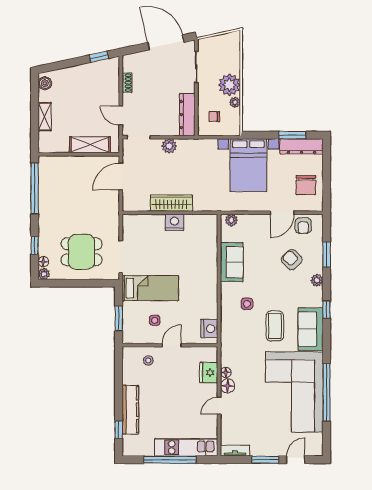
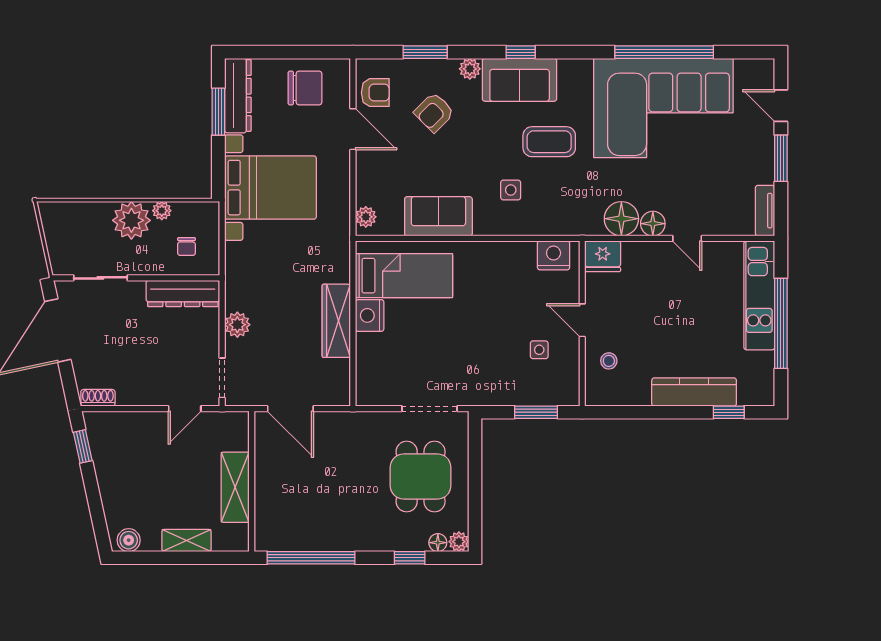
shoe rack: (127, 83) -> (98, 398), moved
shelving: (90, 145) -> (235, 487), moved
bed: (150, 288) -> (404, 276), moved, turned 90
sofa: (311, 329) -> (520, 80), moved
floor lamp: (226, 372) -> (621, 219), width x1.89, depth x1.89
fridge: (209, 373) -> (603, 256), moved

